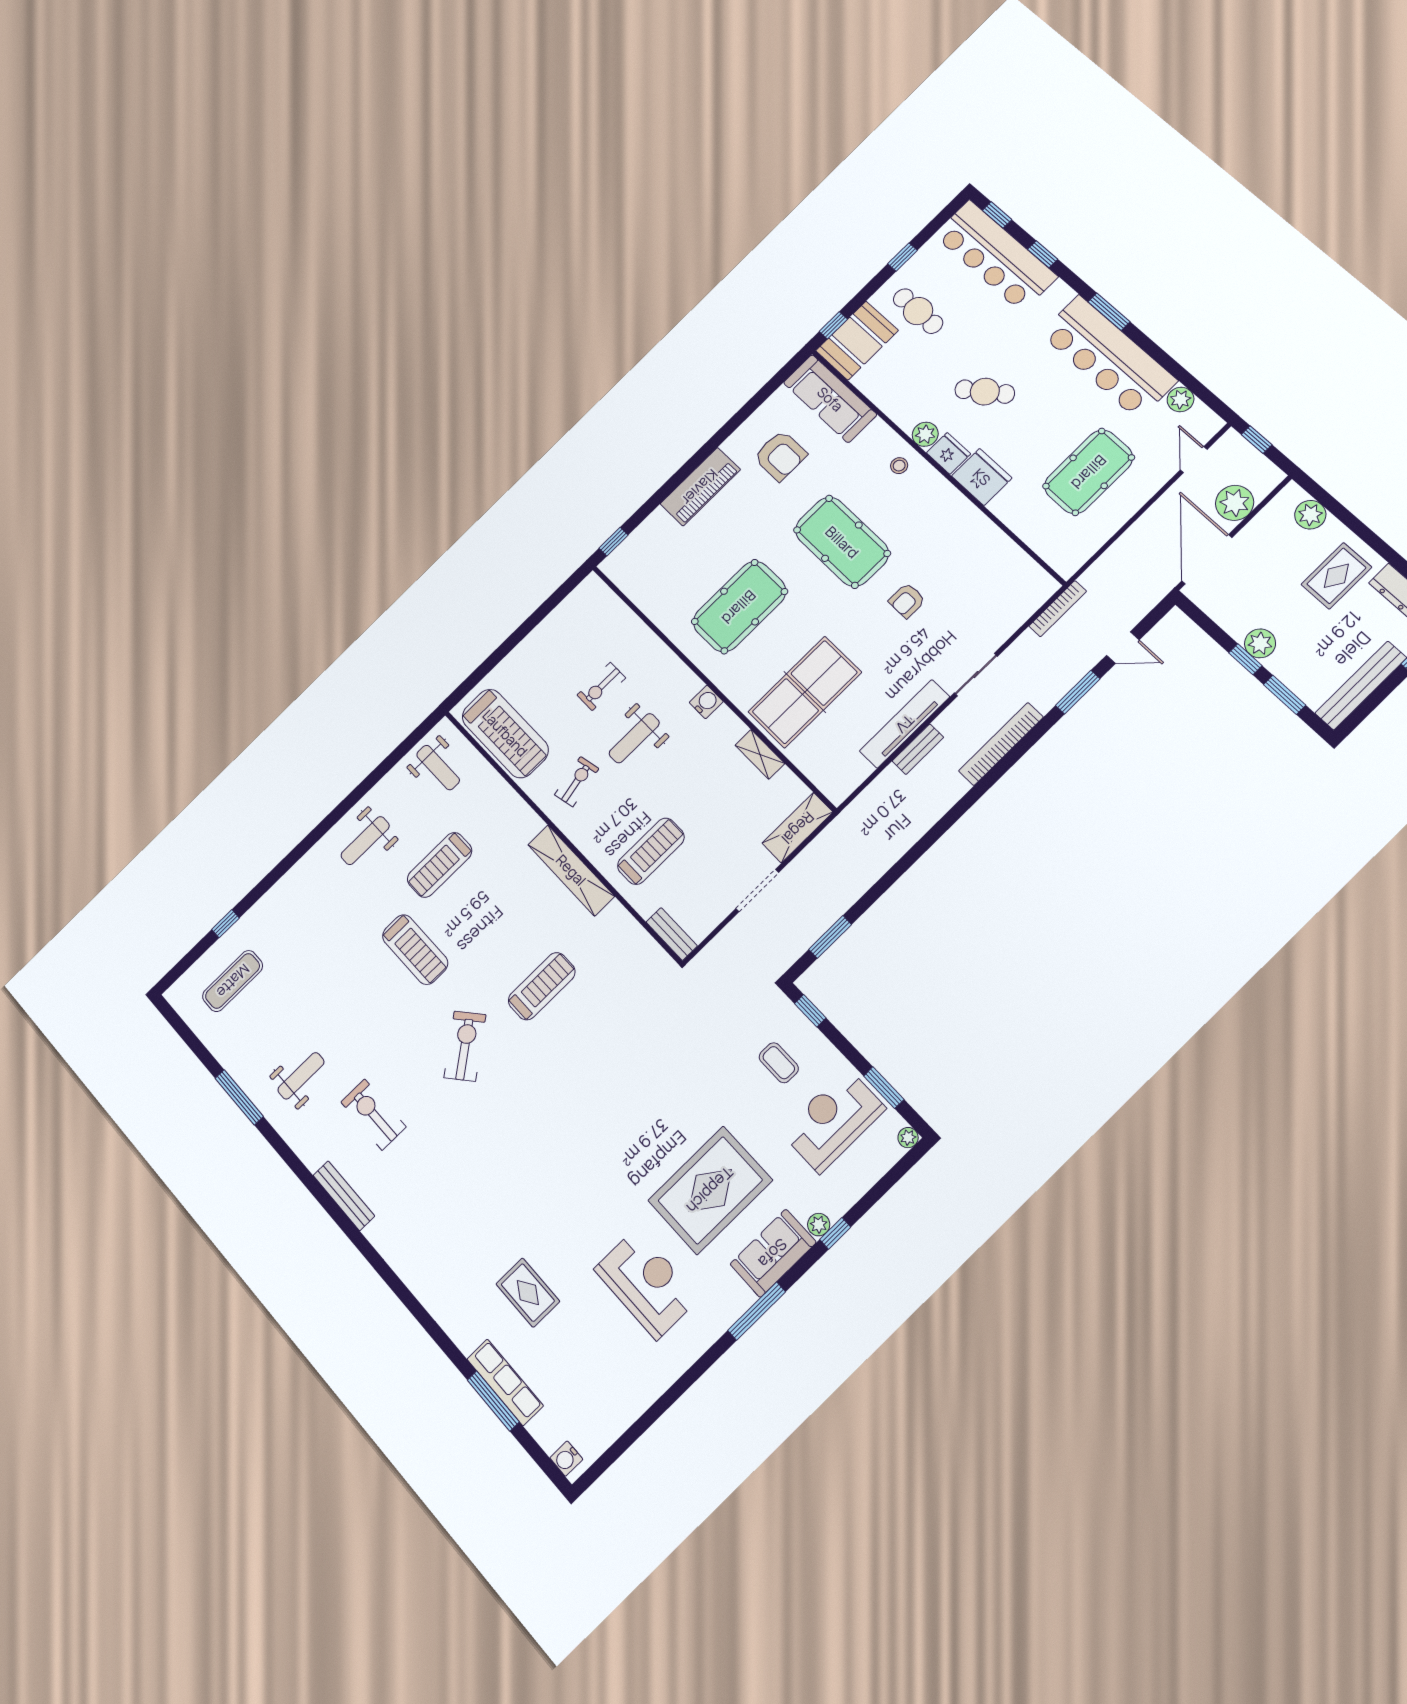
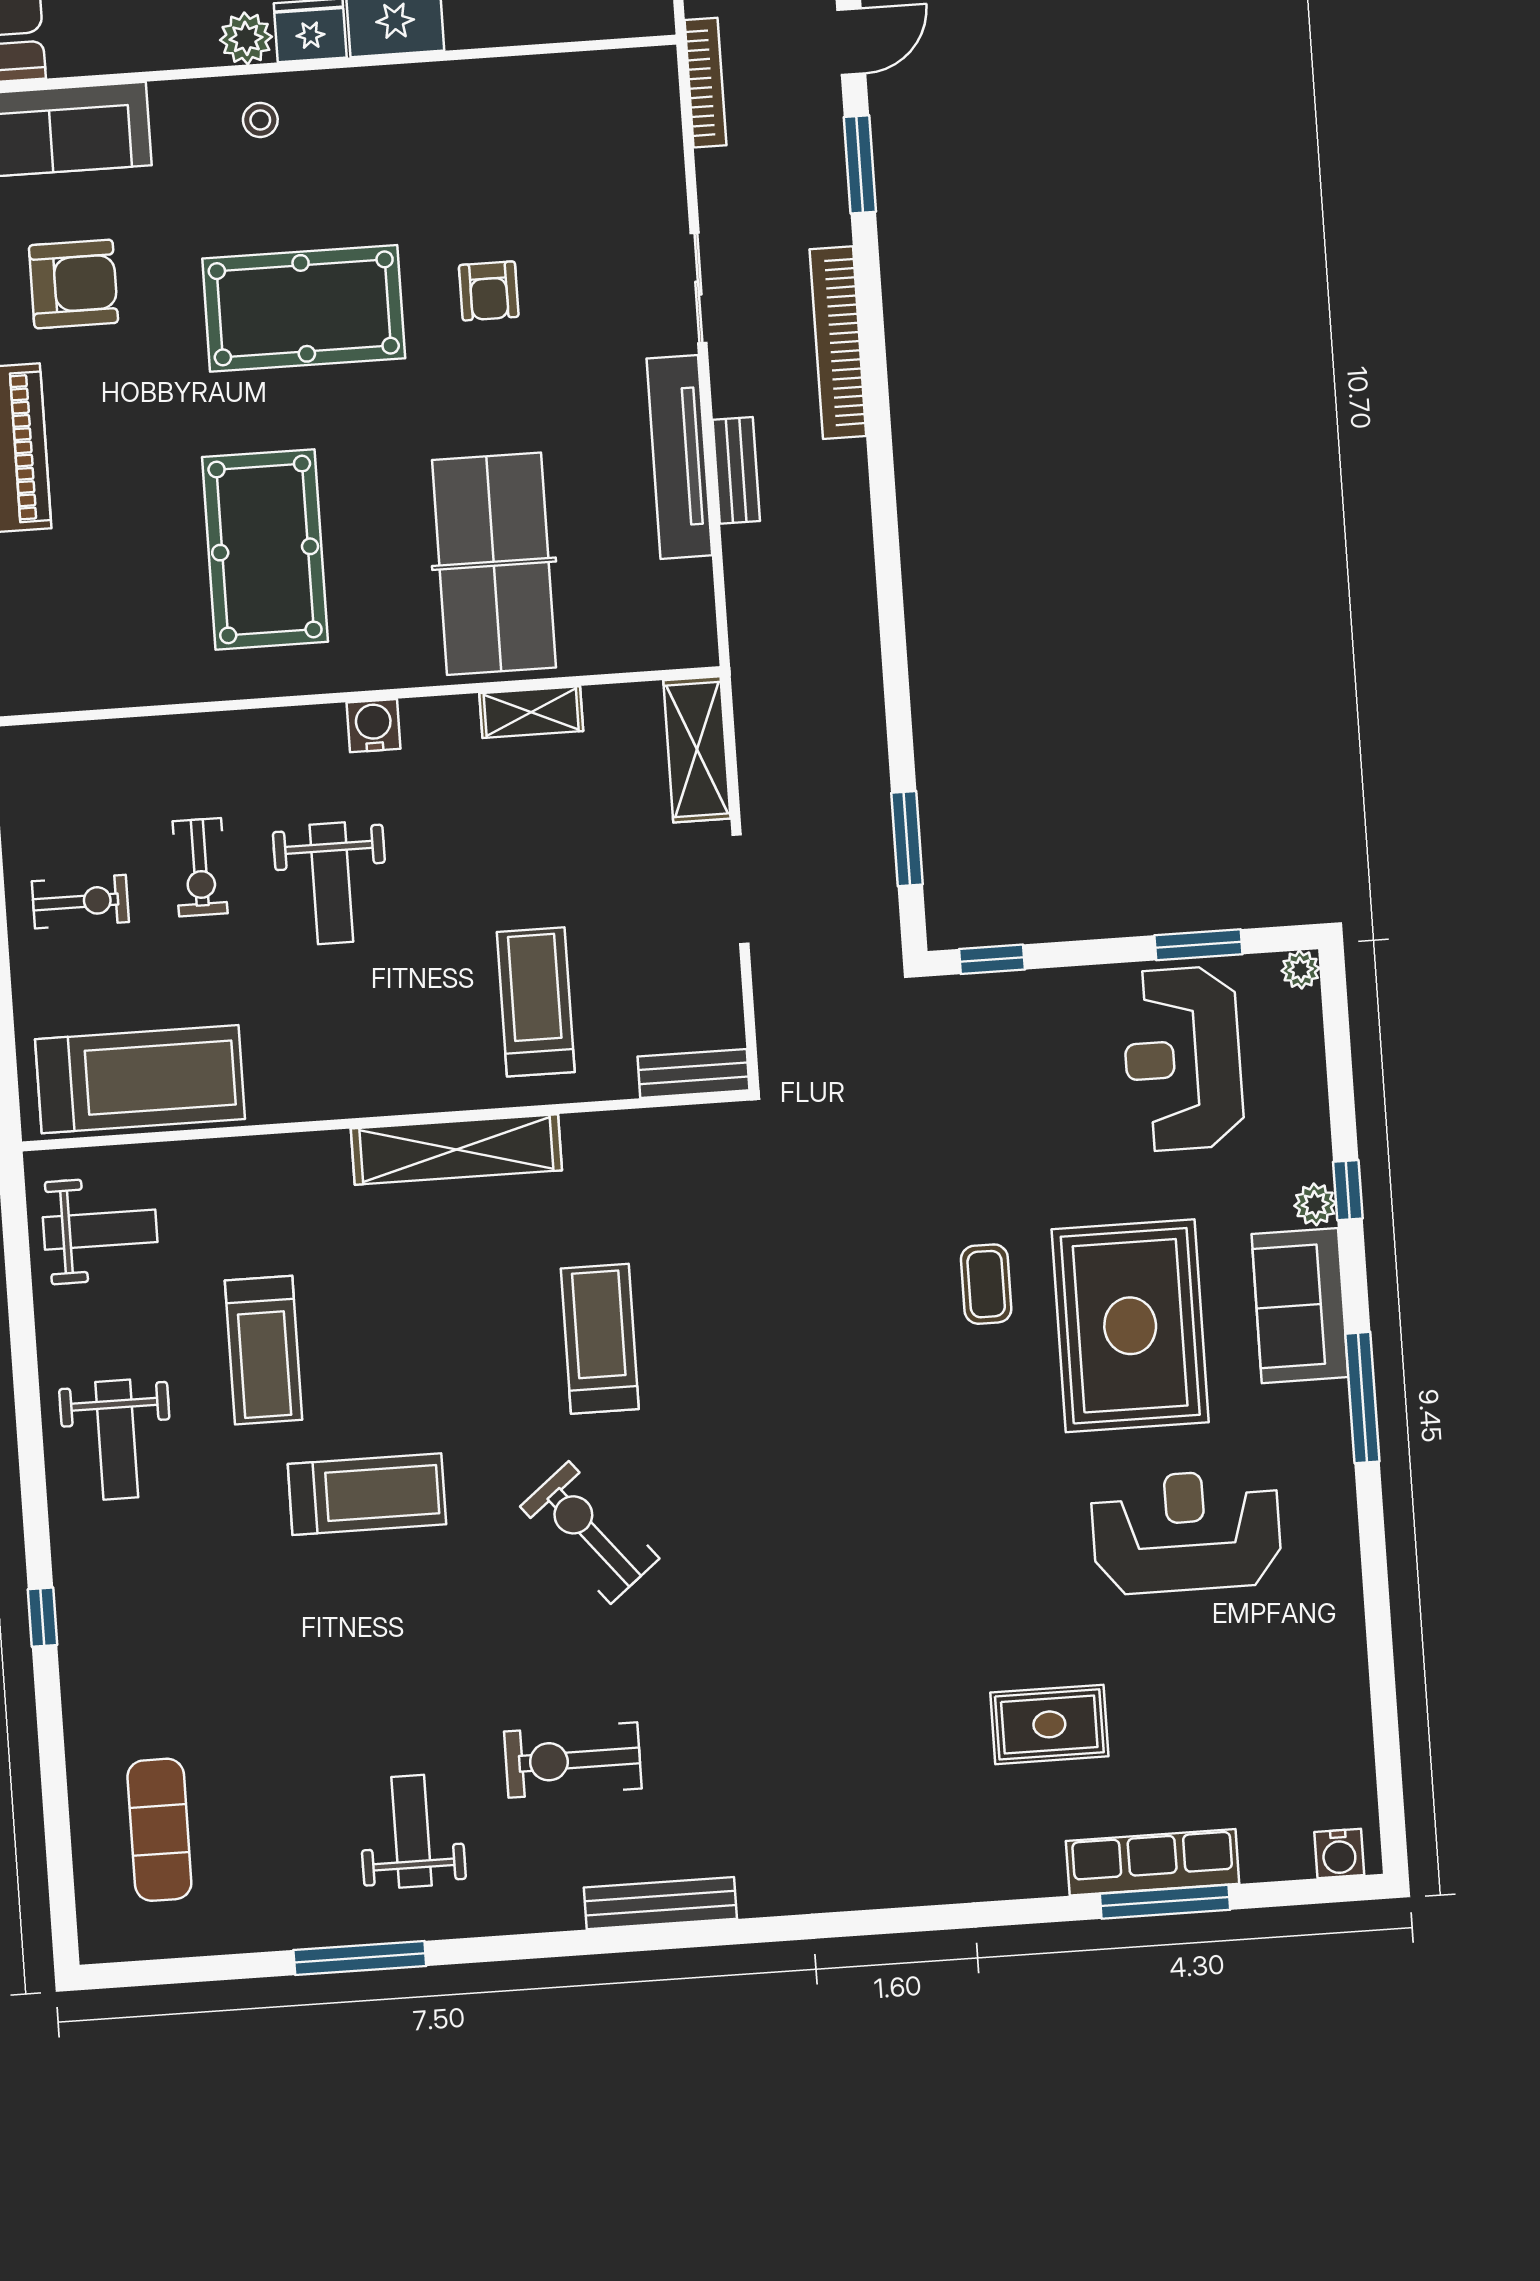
exercise bike: (577, 782) -> (80, 902), moved, turned 102
window: (225, 924) -> (42, 1617), moved
coffee table: (779, 1063) -> (986, 1284), moved, turned 90

